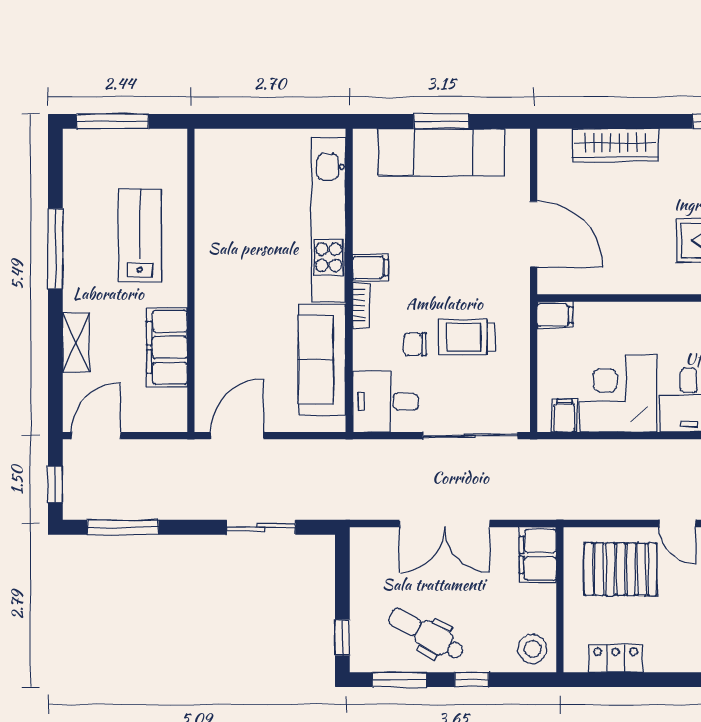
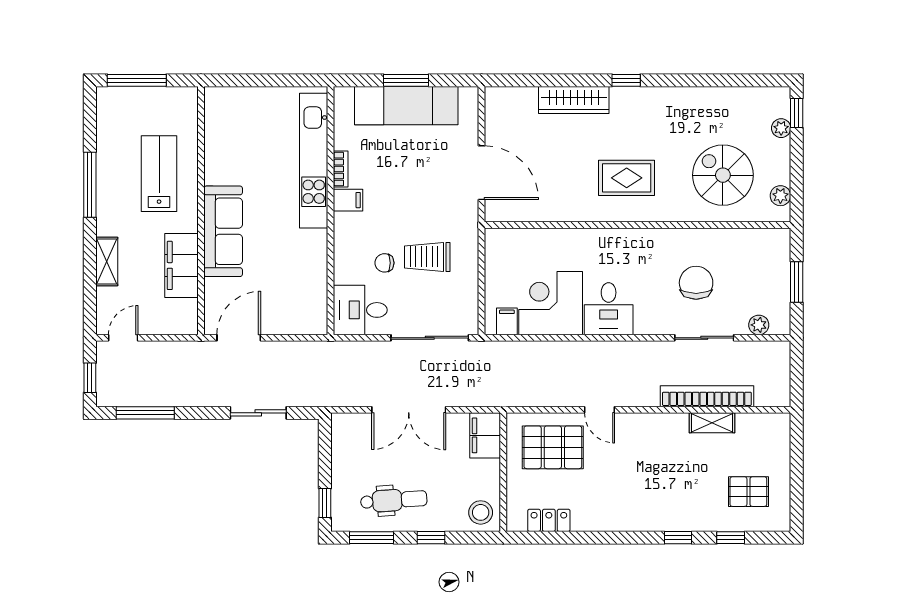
wardrobe: (615, 145) -> (574, 100), moved
bookcase: (361, 305) -> (341, 169), moved
filing cabinet: (555, 315) -> (499, 239), removed
sofa: (322, 360) -> (223, 231), moved, turned 180
door: (96, 436) -> (123, 338), width x0.73
dental chair: (426, 634) -> (394, 500), turned 147

